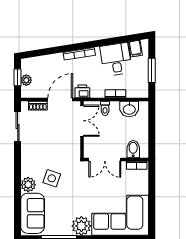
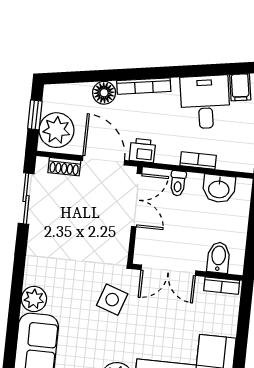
floor lamp: (56, 60) -> (104, 93), added
plant: (26, 80) -> (56, 130), width x1.88, depth x1.88
door: (60, 100) -> (104, 160), hinge flipped
side table: (52, 178) -> (112, 300), moved

